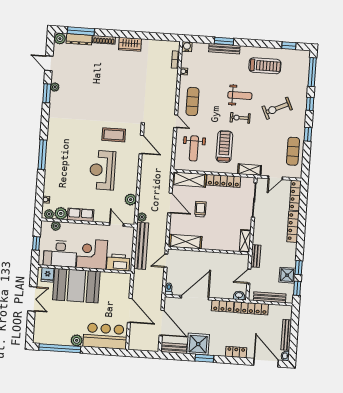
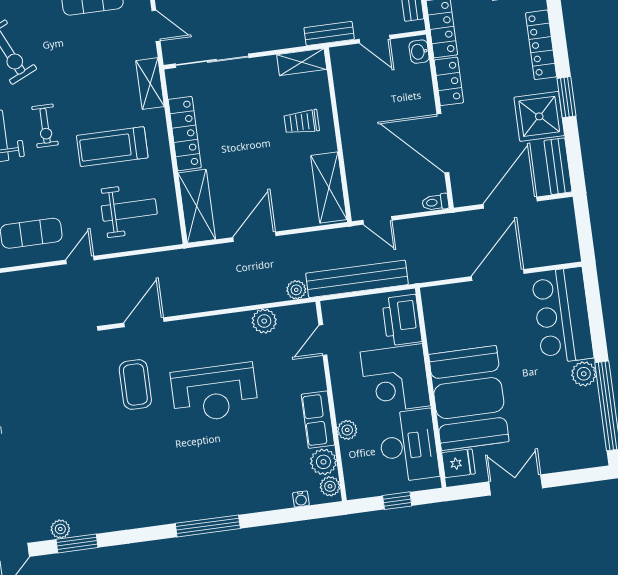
trolley: (200, 209) -> (302, 122), moved
plant: (56, 226) -> (347, 430), moved
locker: (236, 352) -> (541, 45), width x1.53

